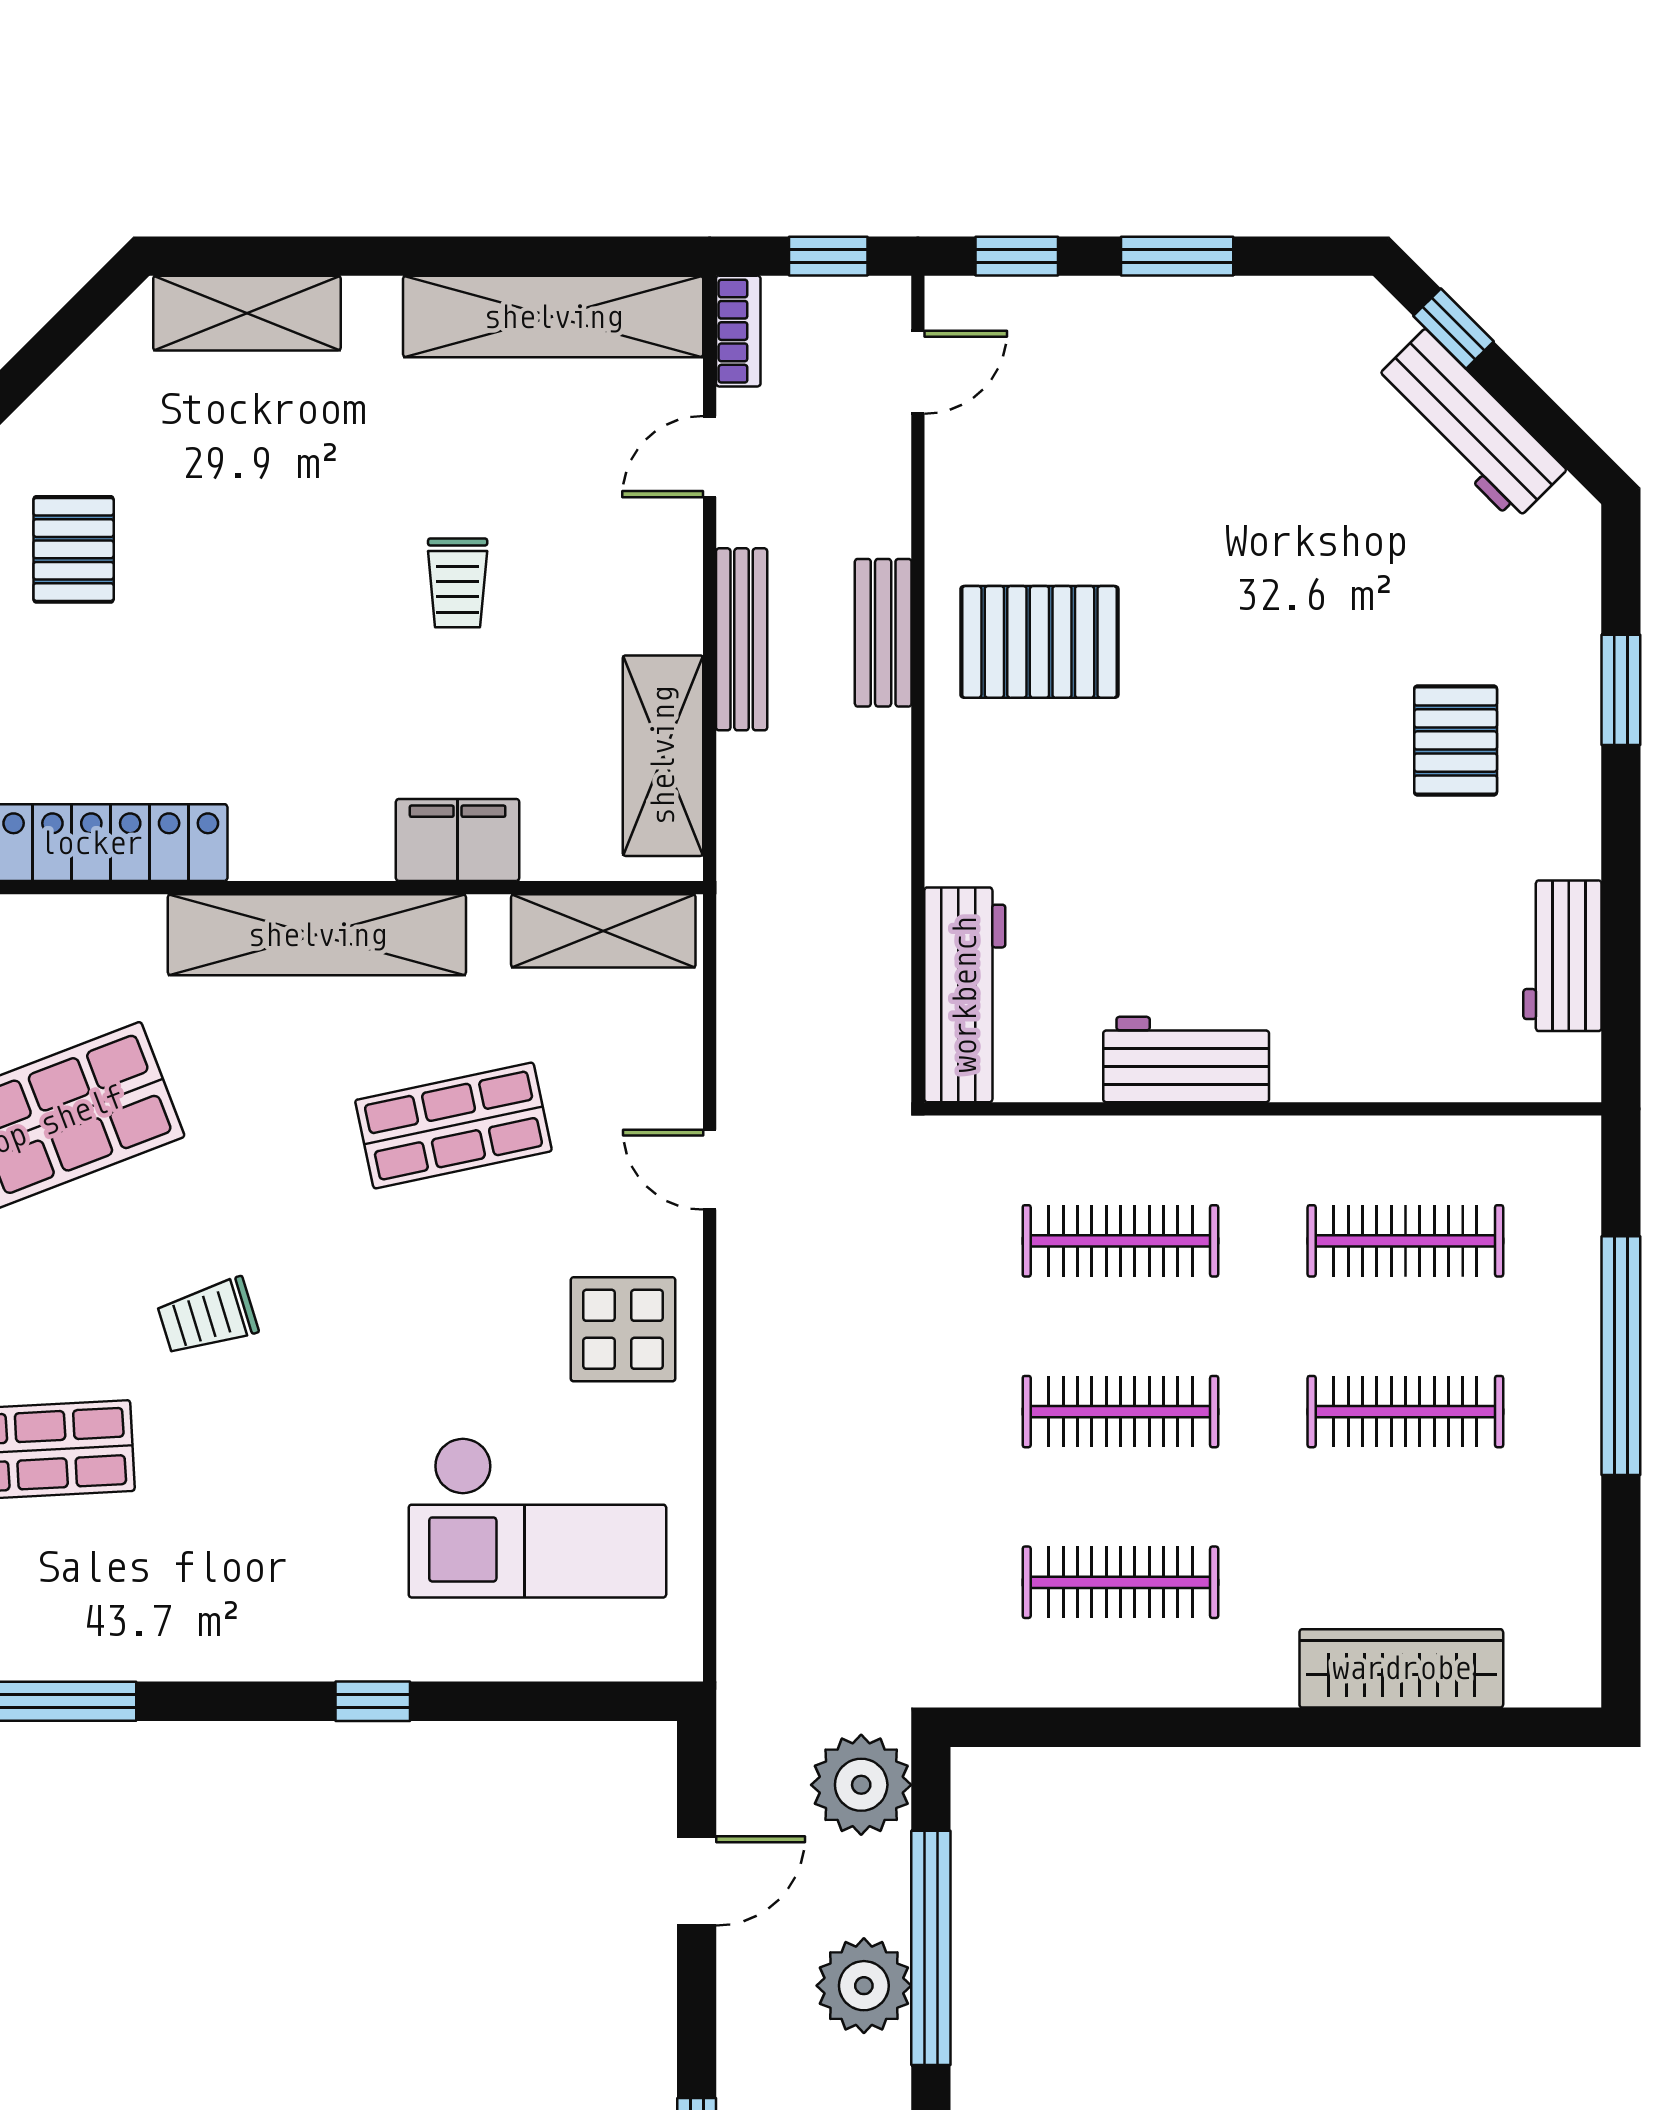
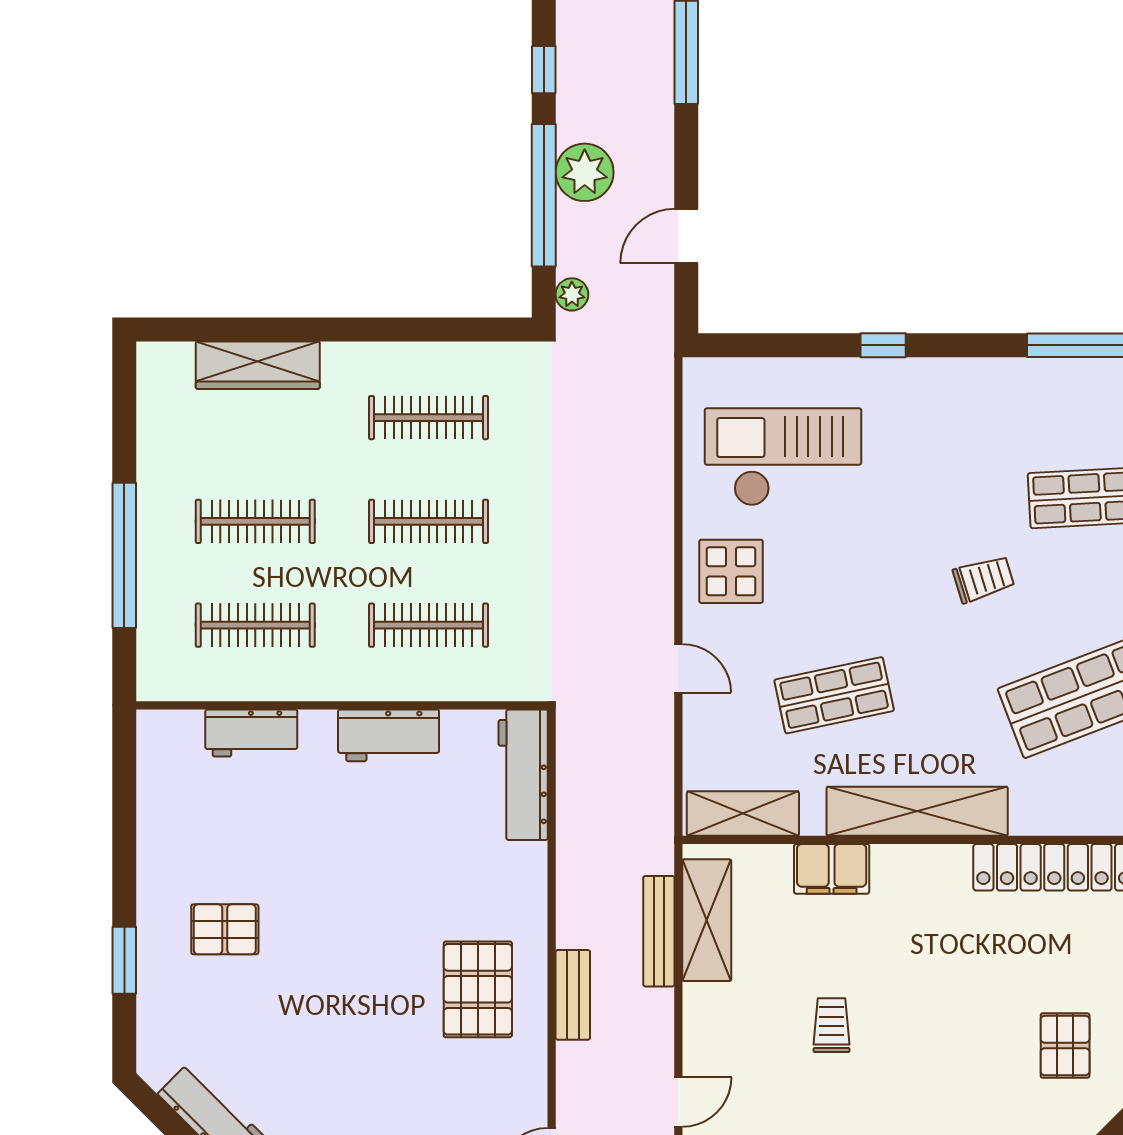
bench: (742, 639) -> (659, 931), moved
pallet: (1039, 642) -> (478, 989), turned 90
pallet: (1456, 740) -> (225, 929), turned 90
workbench: (1562, 956) -> (251, 733), moved, turned 90
plant: (861, 1785) -> (572, 294), width x0.53, depth x0.53

